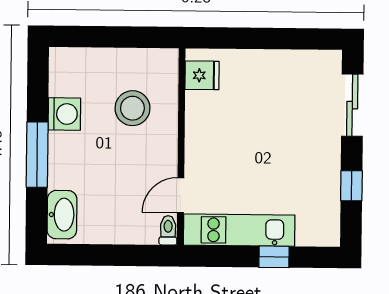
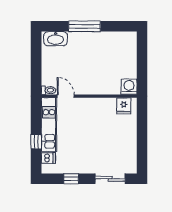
stool: (132, 108) -> (107, 72), removed
washing machine: (64, 114) -> (129, 87), moved, turned 180
dishwasher: (308, 232) -> (48, 158), added

